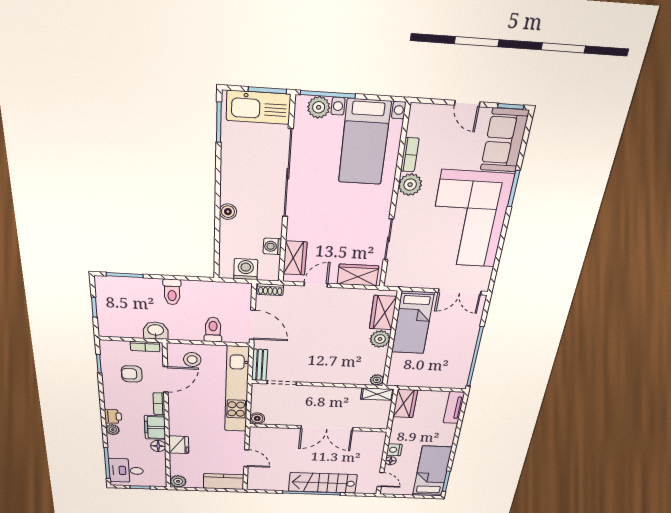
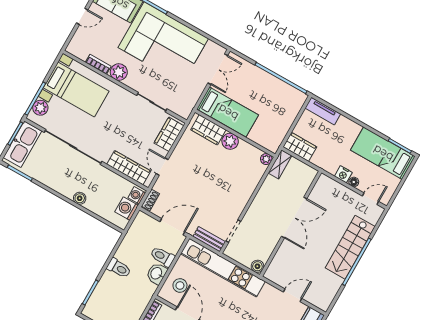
washing machine: (272, 246) -> (137, 195), moved, turned 90
wardrobe: (295, 258) -> (129, 168), width x1.50
washbasin: (156, 331) -> (157, 274), moved

